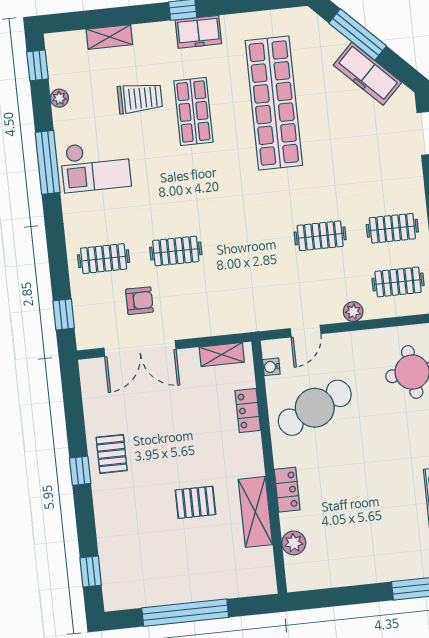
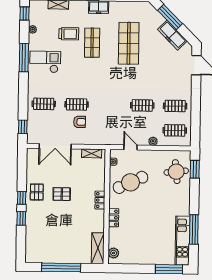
shop shelf: (274, 103) -> (129, 43), width x0.71
checkout: (96, 166) -> (45, 62), turned 180
armchair: (139, 301) -> (80, 122), moved
door: (306, 331) -> (131, 147), swing flipped
locker: (248, 410) -> (100, 200), moved
pallet: (195, 502) -> (62, 194), moved
shelving: (255, 512) -> (98, 248), moved
plant: (294, 543) -> (114, 253), moved
window: (91, 572) -> (21, 218), moved

